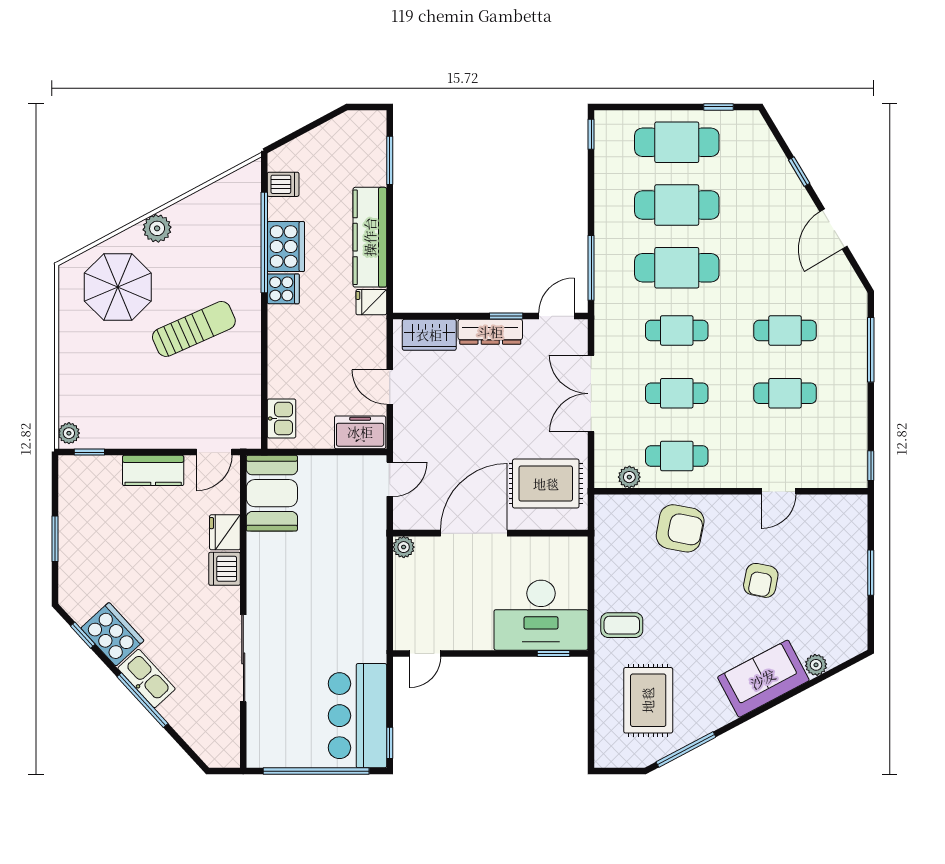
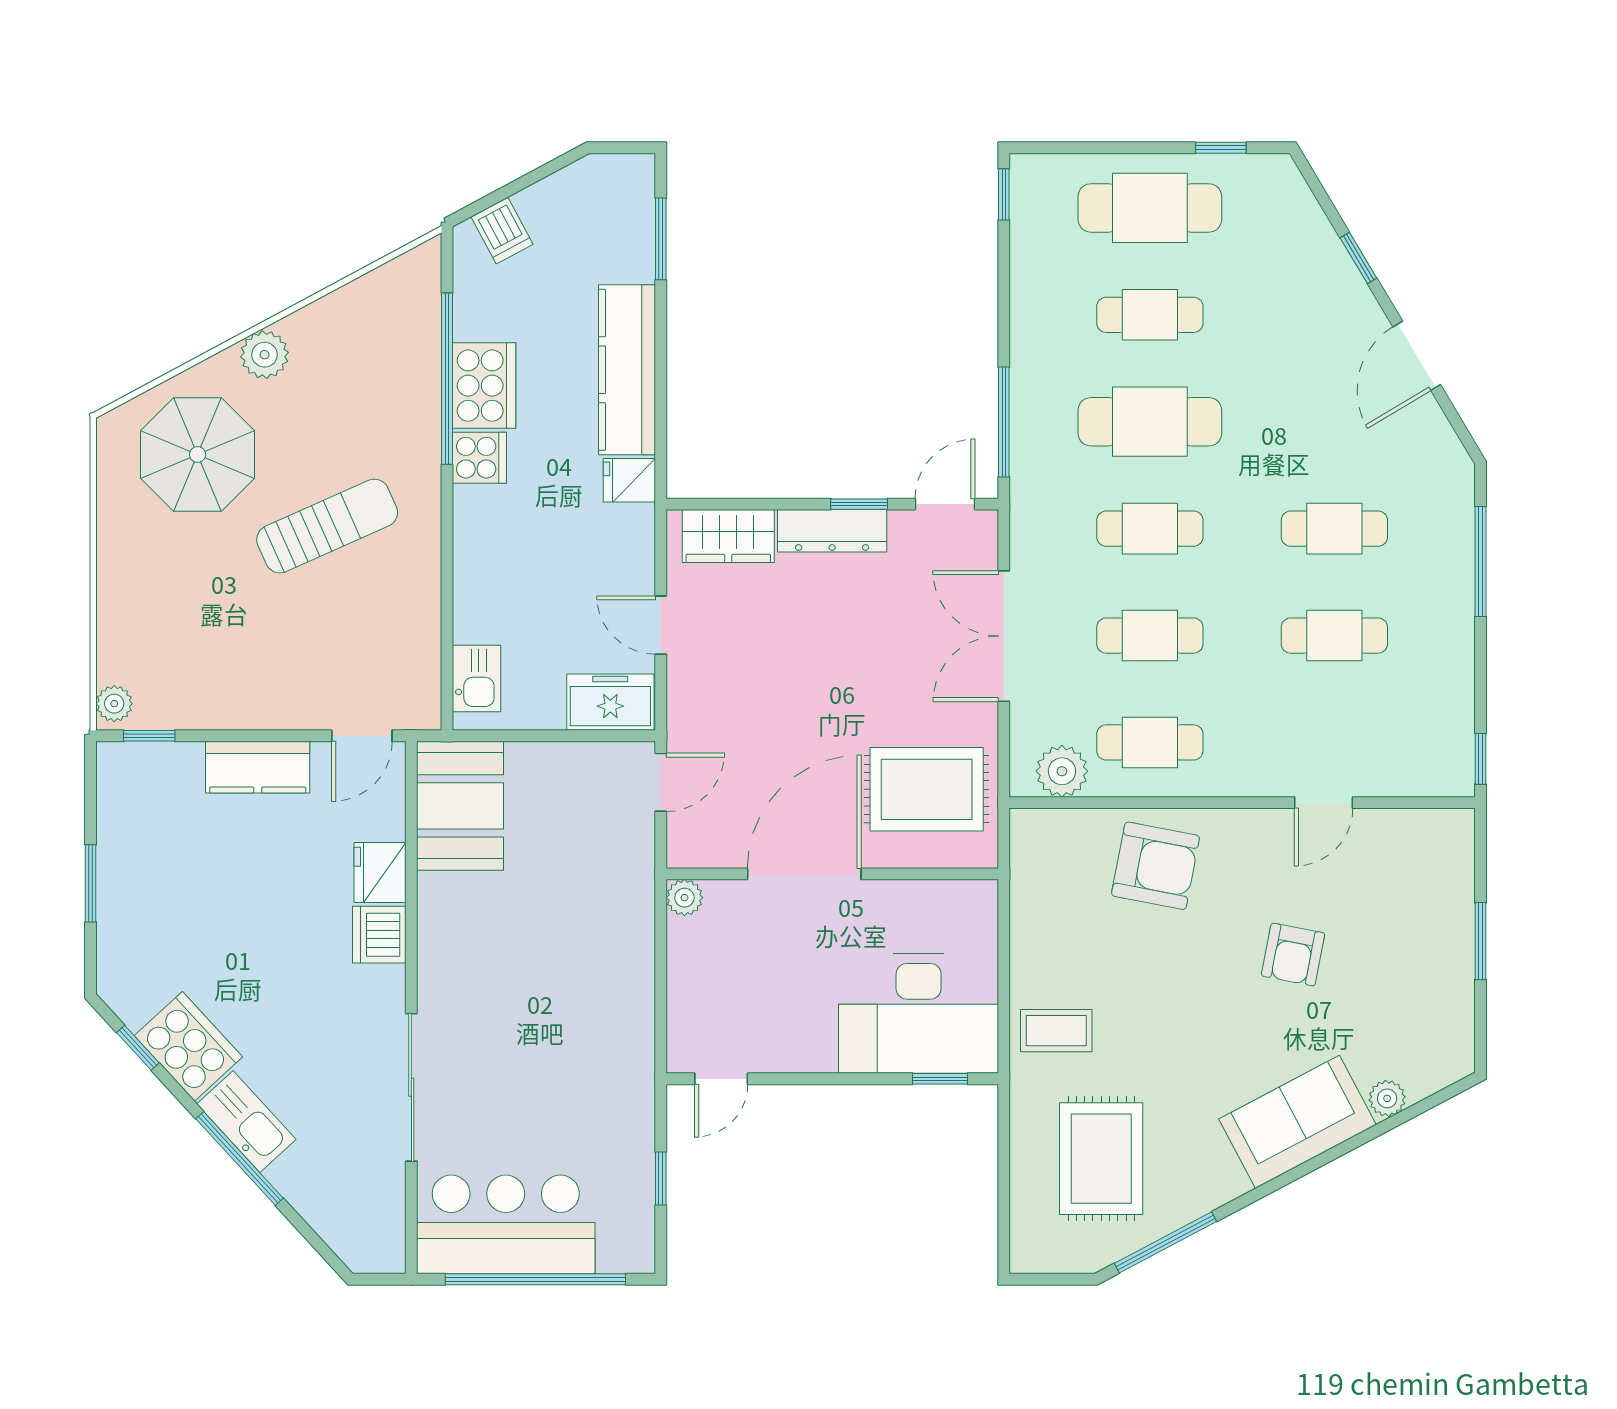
dishwasher: (283, 184) -> (502, 230), moved, turned 62
cafe table: (677, 205) -> (1150, 315), width x0.73, depth x0.74
plant: (629, 477) -> (1062, 771), width x1.38, depth x1.38
bar counter: (358, 716) -> (506, 1224), moved, turned 90
window: (390, 743) -> (661, 1179), moved

